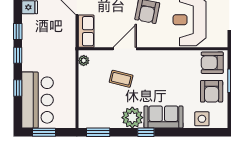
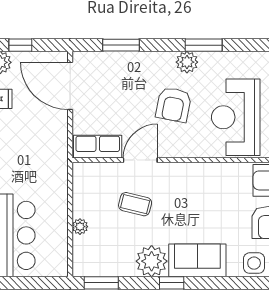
row of seats: (86, 31) -> (98, 147), moved, turned -90
plant: (84, 61) -> (80, 227), moved
window: (44, 132) -> (21, 283), removed

